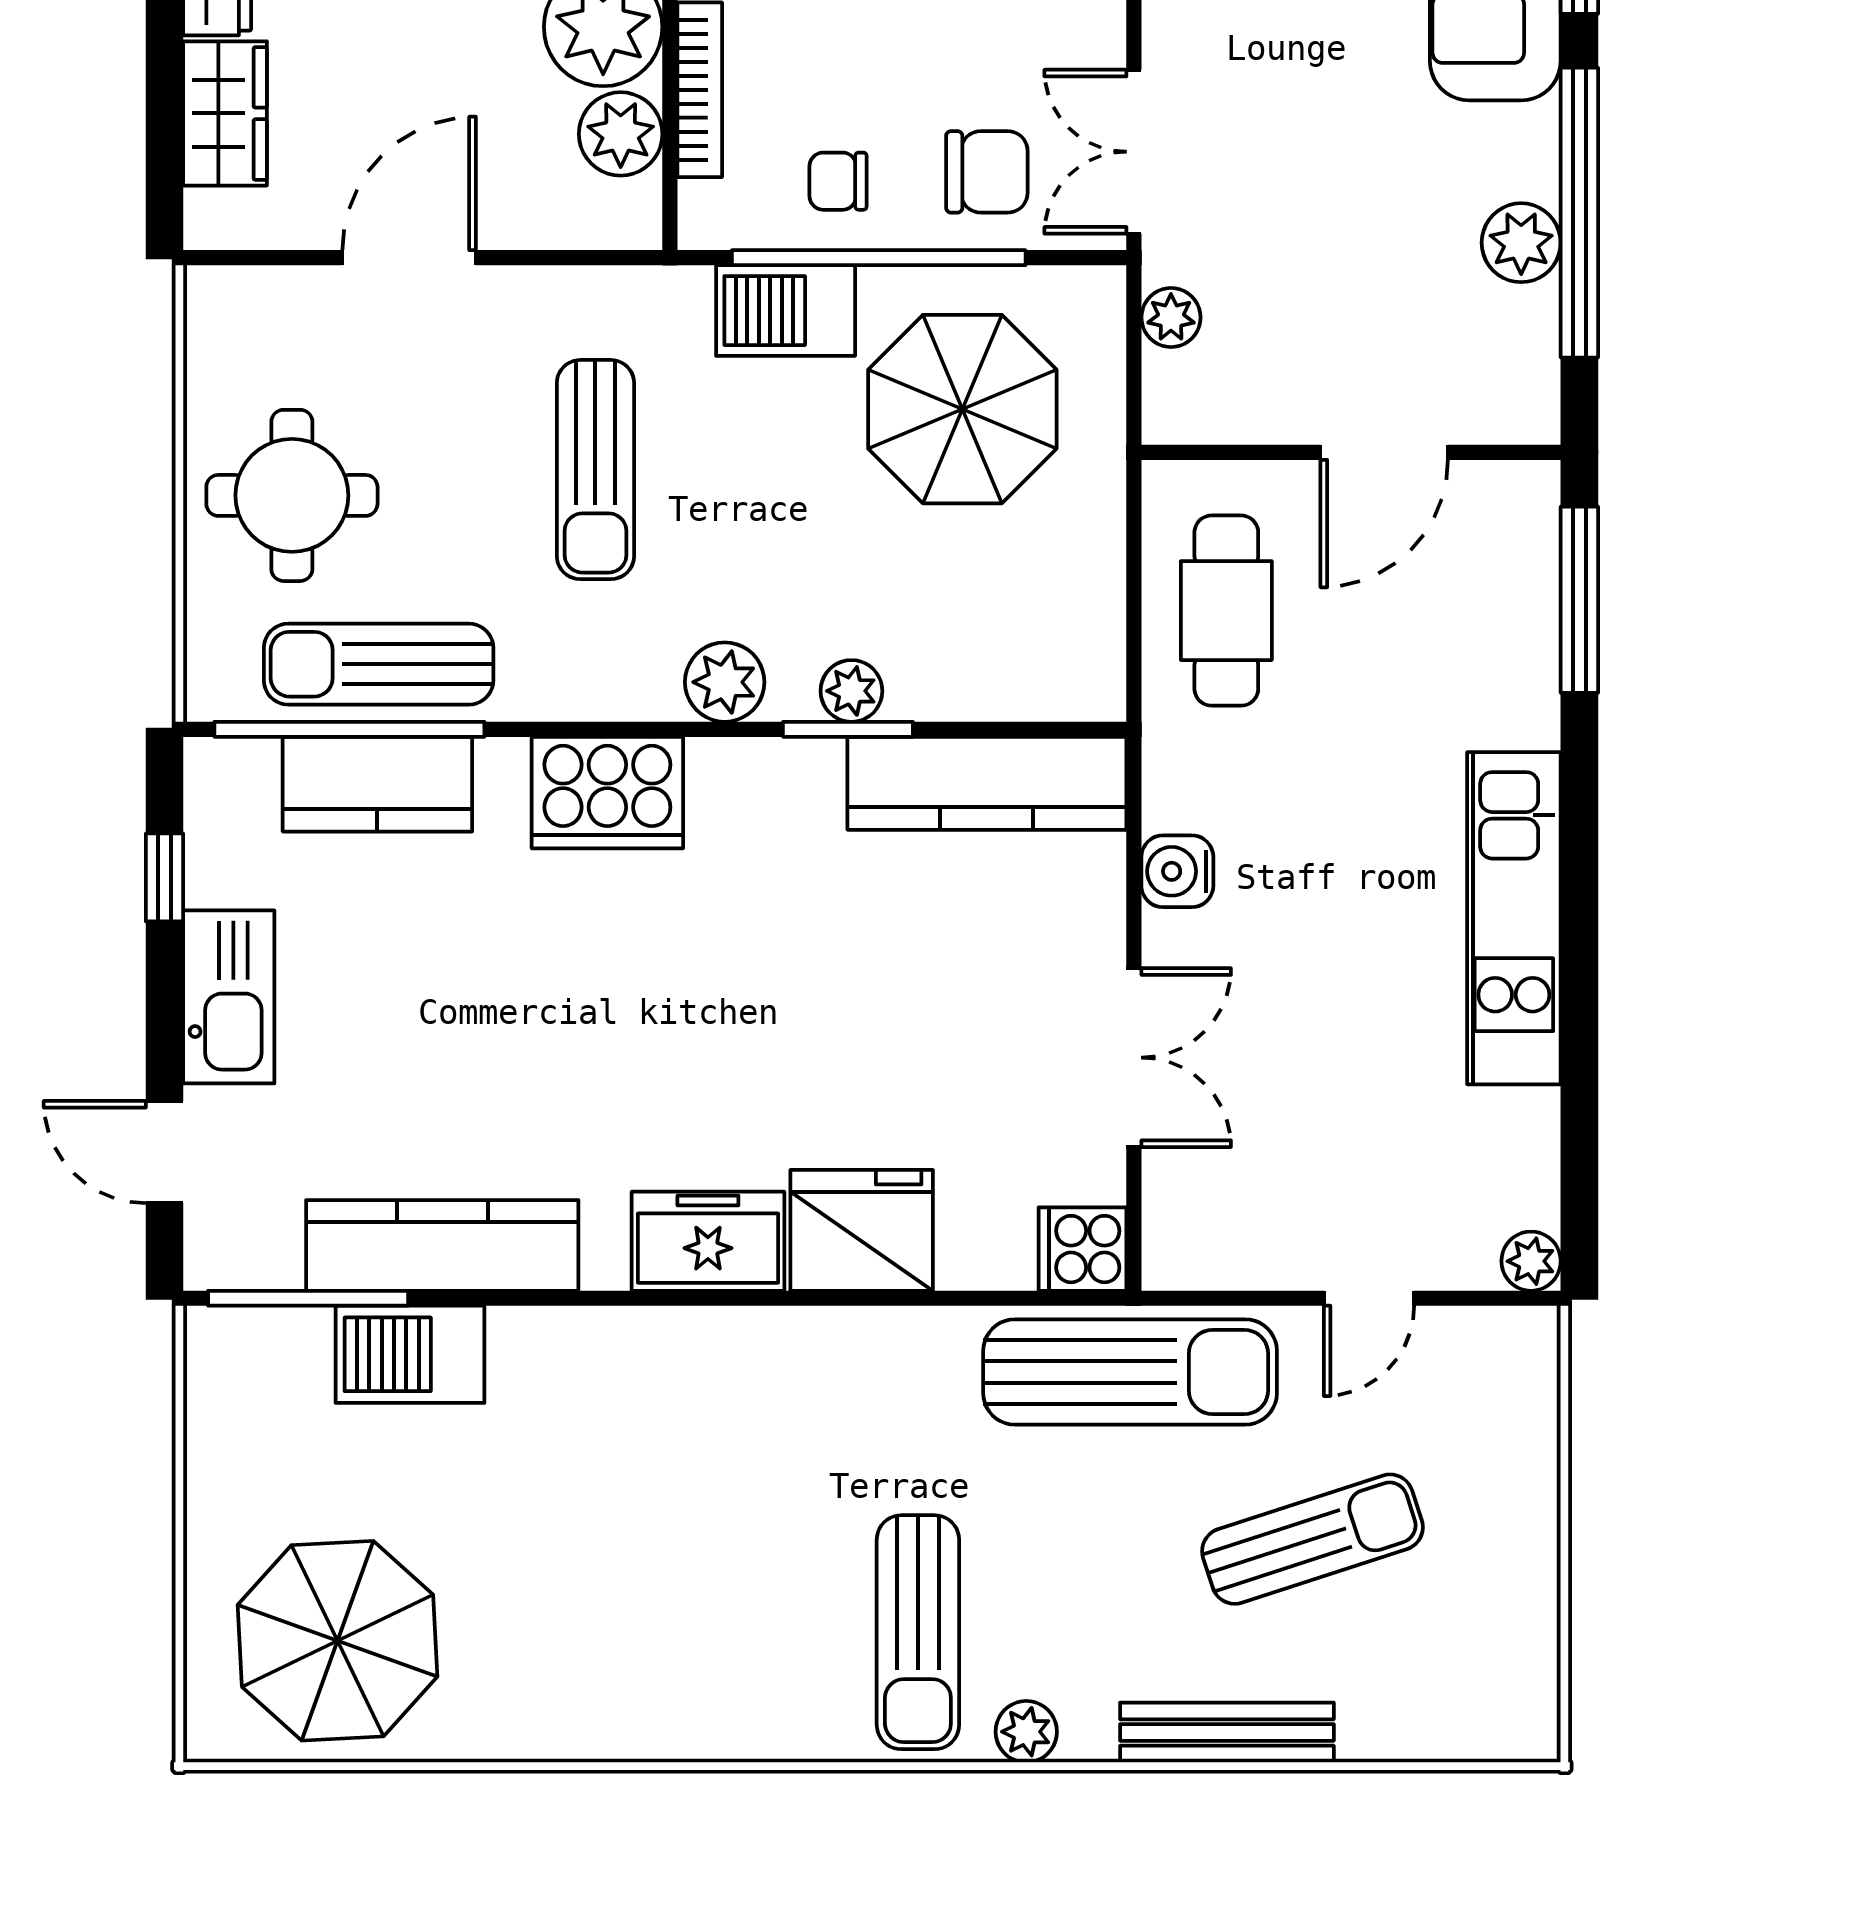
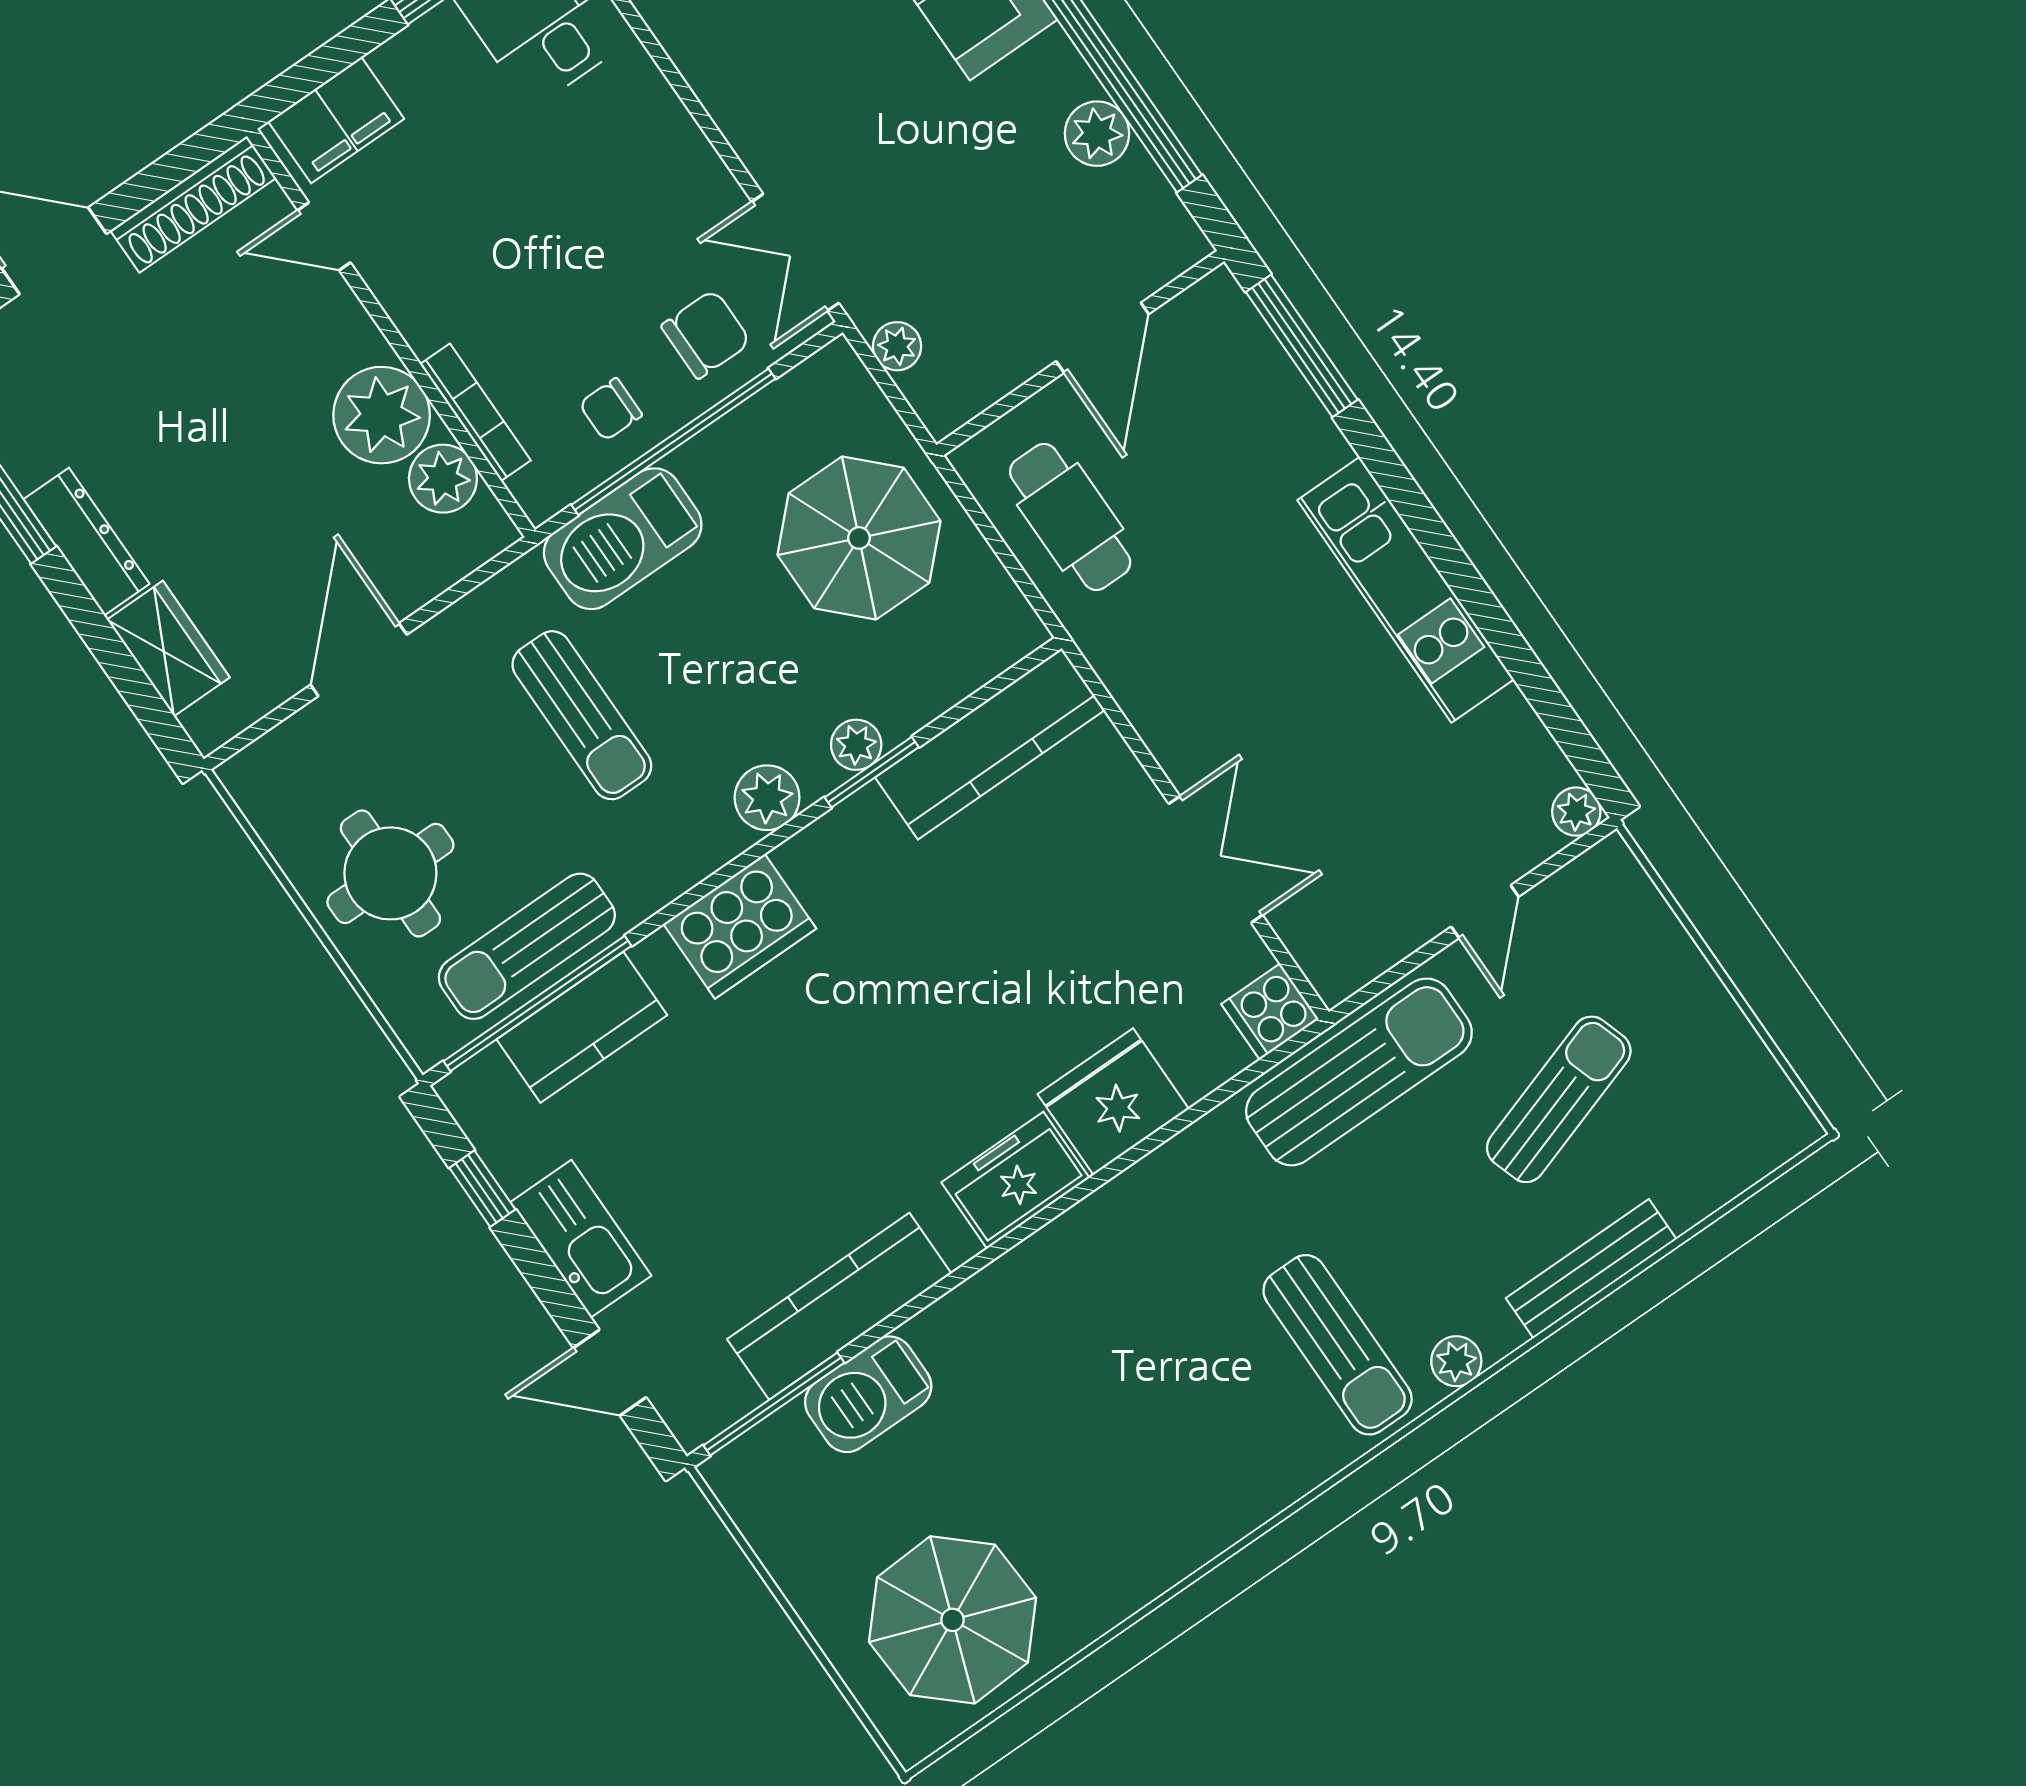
barbecue: (786, 311) -> (623, 539), width x1.37, depth x1.21
parasol: (962, 409) -> (859, 538), moved
water cooler: (1177, 871) -> (1158, 714), removed

